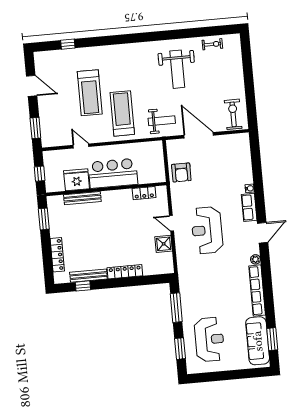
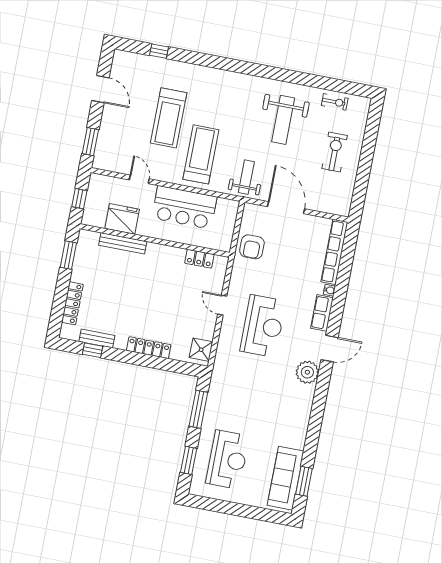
exercise bike: (233, 114) -> (335, 152), moved
weight bench: (162, 121) -> (246, 177), turned -90
bar counter: (113, 173) -> (184, 207), moved, turned 180
reception desk: (207, 230) -> (263, 326), turned 180
shower: (164, 244) -> (201, 350), moved
plant: (255, 259) -> (307, 372), width x1.87, depth x1.87
bench: (88, 276) -> (97, 338), width x0.73
row of seats: (257, 291) -> (334, 252), moved

